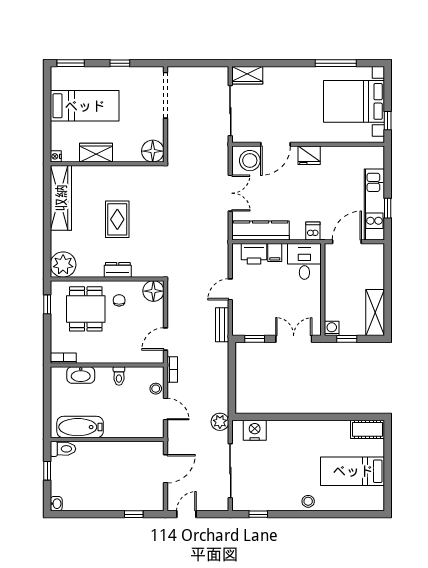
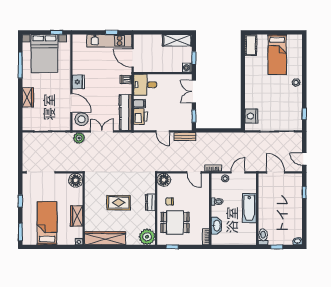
wardrobe: (247, 75) -> (28, 97), moved
plant: (220, 422) -> (79, 138), moved
bathtub: (80, 427) -> (249, 208), moved

